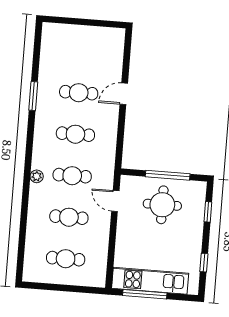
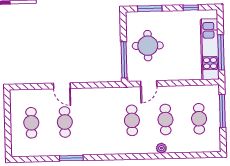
cafe table: (75, 134) -> (31, 123), moved
window: (168, 175) -> (124, 60), moved
plant: (37, 176) -> (161, 148), moved
window: (208, 212) -> (150, 9), width x1.50
window: (72, 289) -> (222, 111), added

